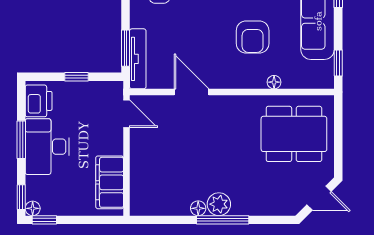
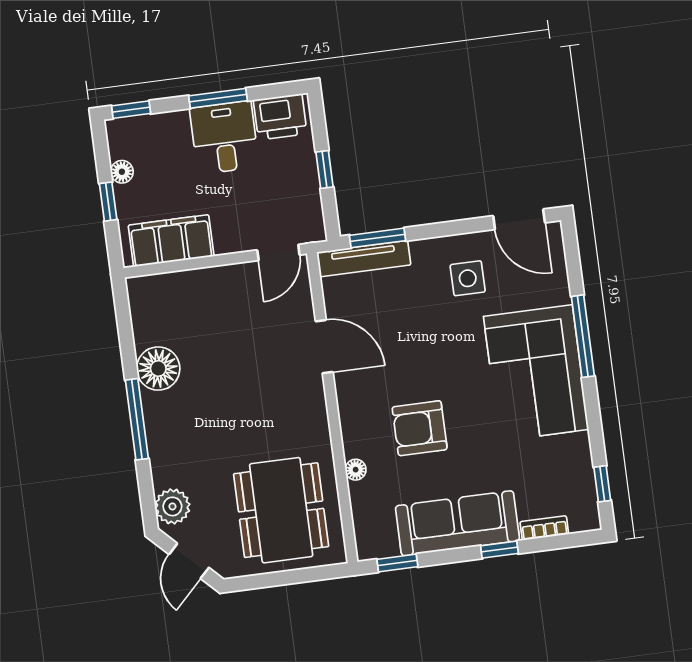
door: (191, 92) -> (324, 347), hinge flipped
desk: (47, 147) -> (224, 138), width x0.73
plant: (219, 204) -> (172, 506), moved
floor lamp: (33, 208) -> (122, 172), moved
floor lamp: (198, 208) -> (158, 369), width x1.89, depth x1.89
window: (44, 220) -> (108, 202), moved

